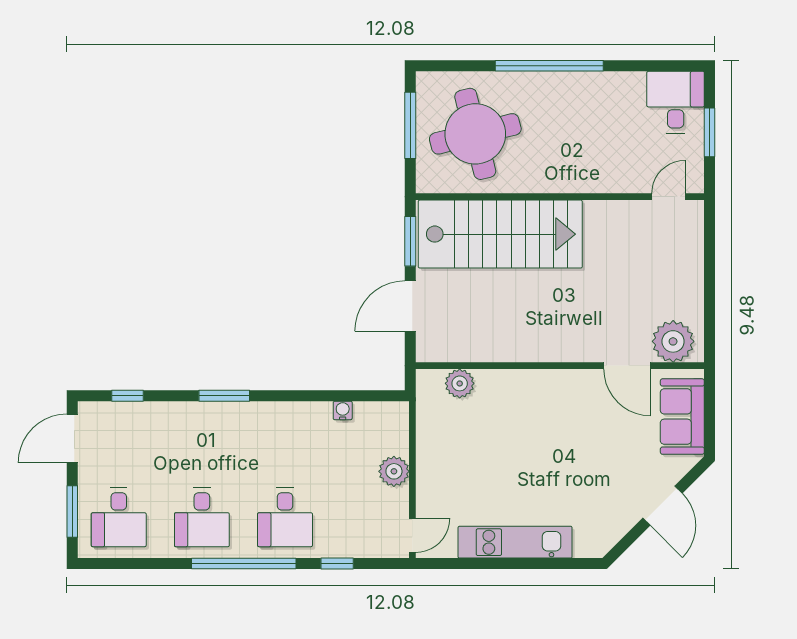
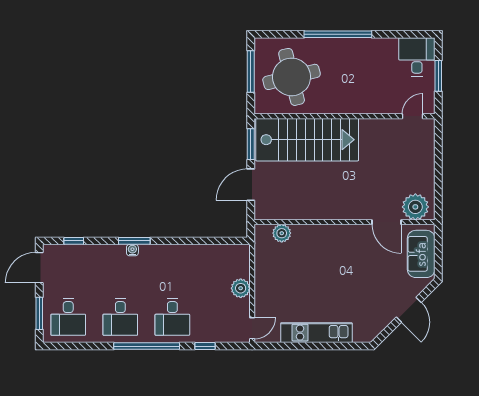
water cooler: (343, 410) -> (132, 250), moved

